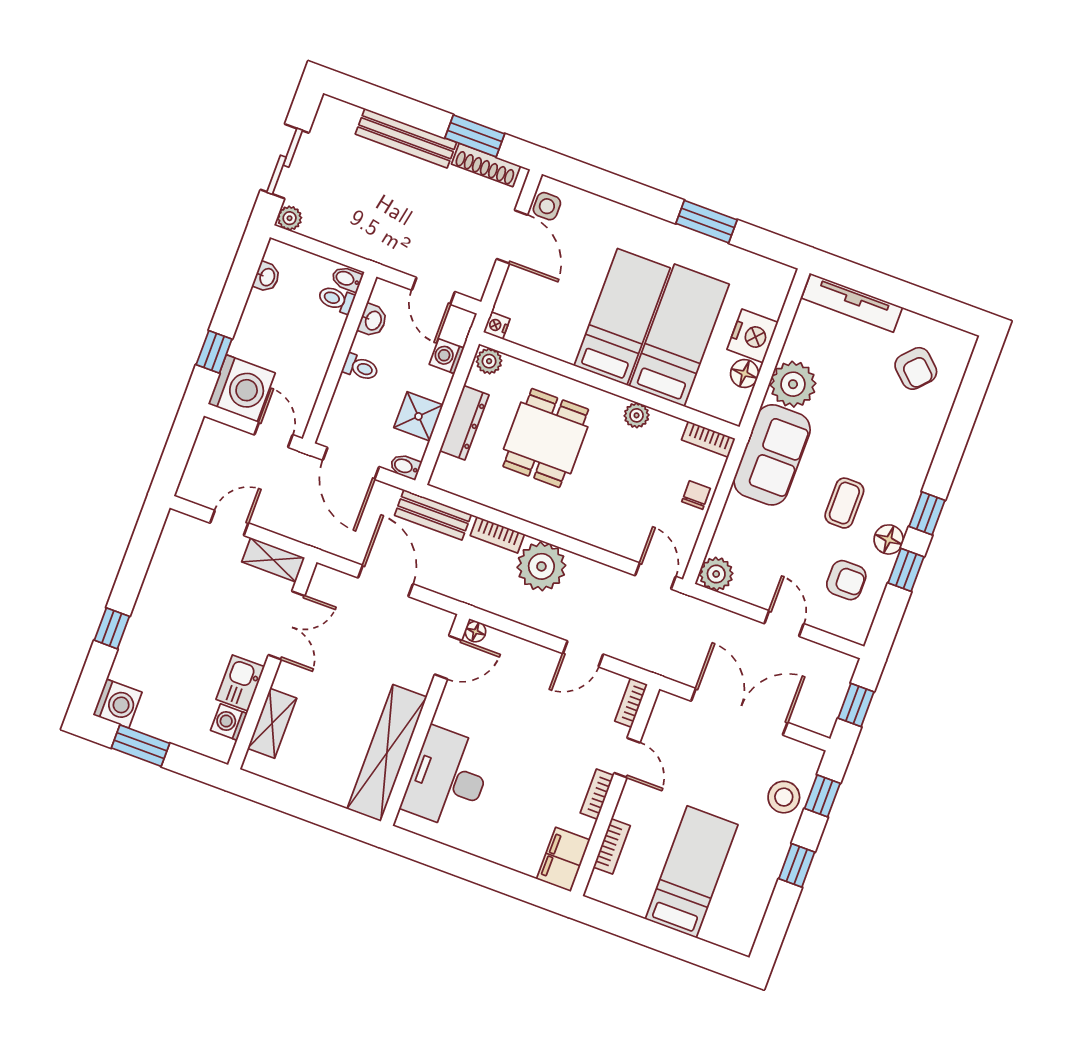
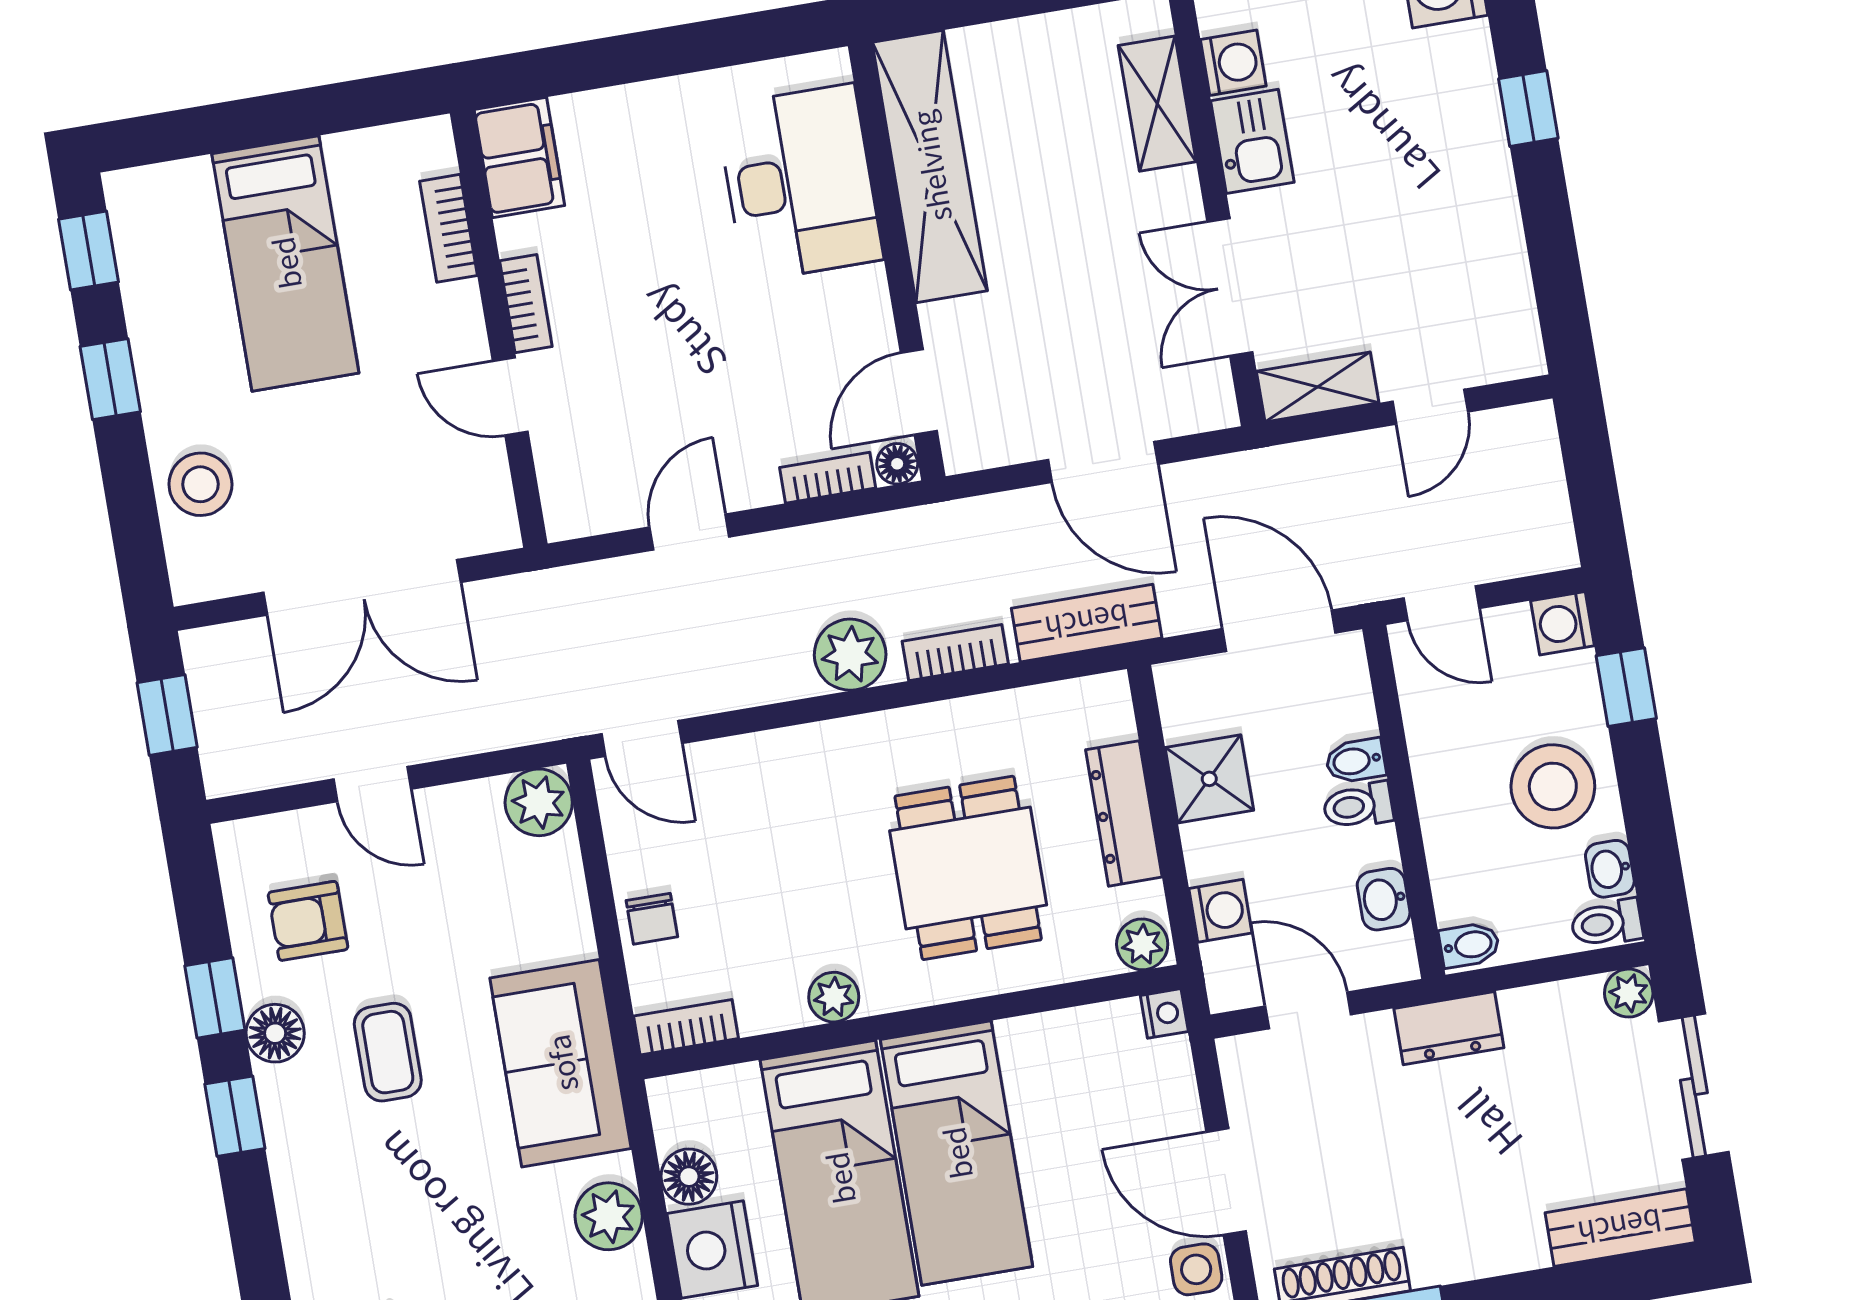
bench: (406, 138) -> (1620, 1228), moved, width x0.73
dresser: (377, 248) -> (1449, 1028), added
toilet: (336, 299) -> (1607, 923), moved, turned 180
stool: (271, 327) -> (1553, 786), added
plant: (793, 384) -> (609, 1216), width x0.73, depth x0.73
washing machine: (242, 388) -> (1563, 623), width x0.53, depth x0.53
bidet: (405, 466) -> (1355, 761), moved, turned 180
plant: (541, 566) -> (850, 655), width x0.73, depth x0.73
bookcase: (631, 703) -> (828, 478), moved, turned -90
window: (822, 796) -> (89, 251), moved

